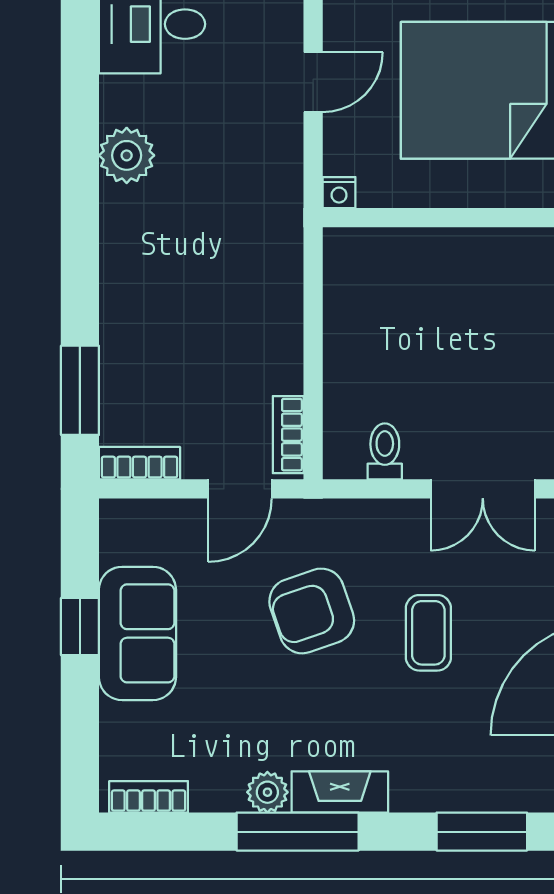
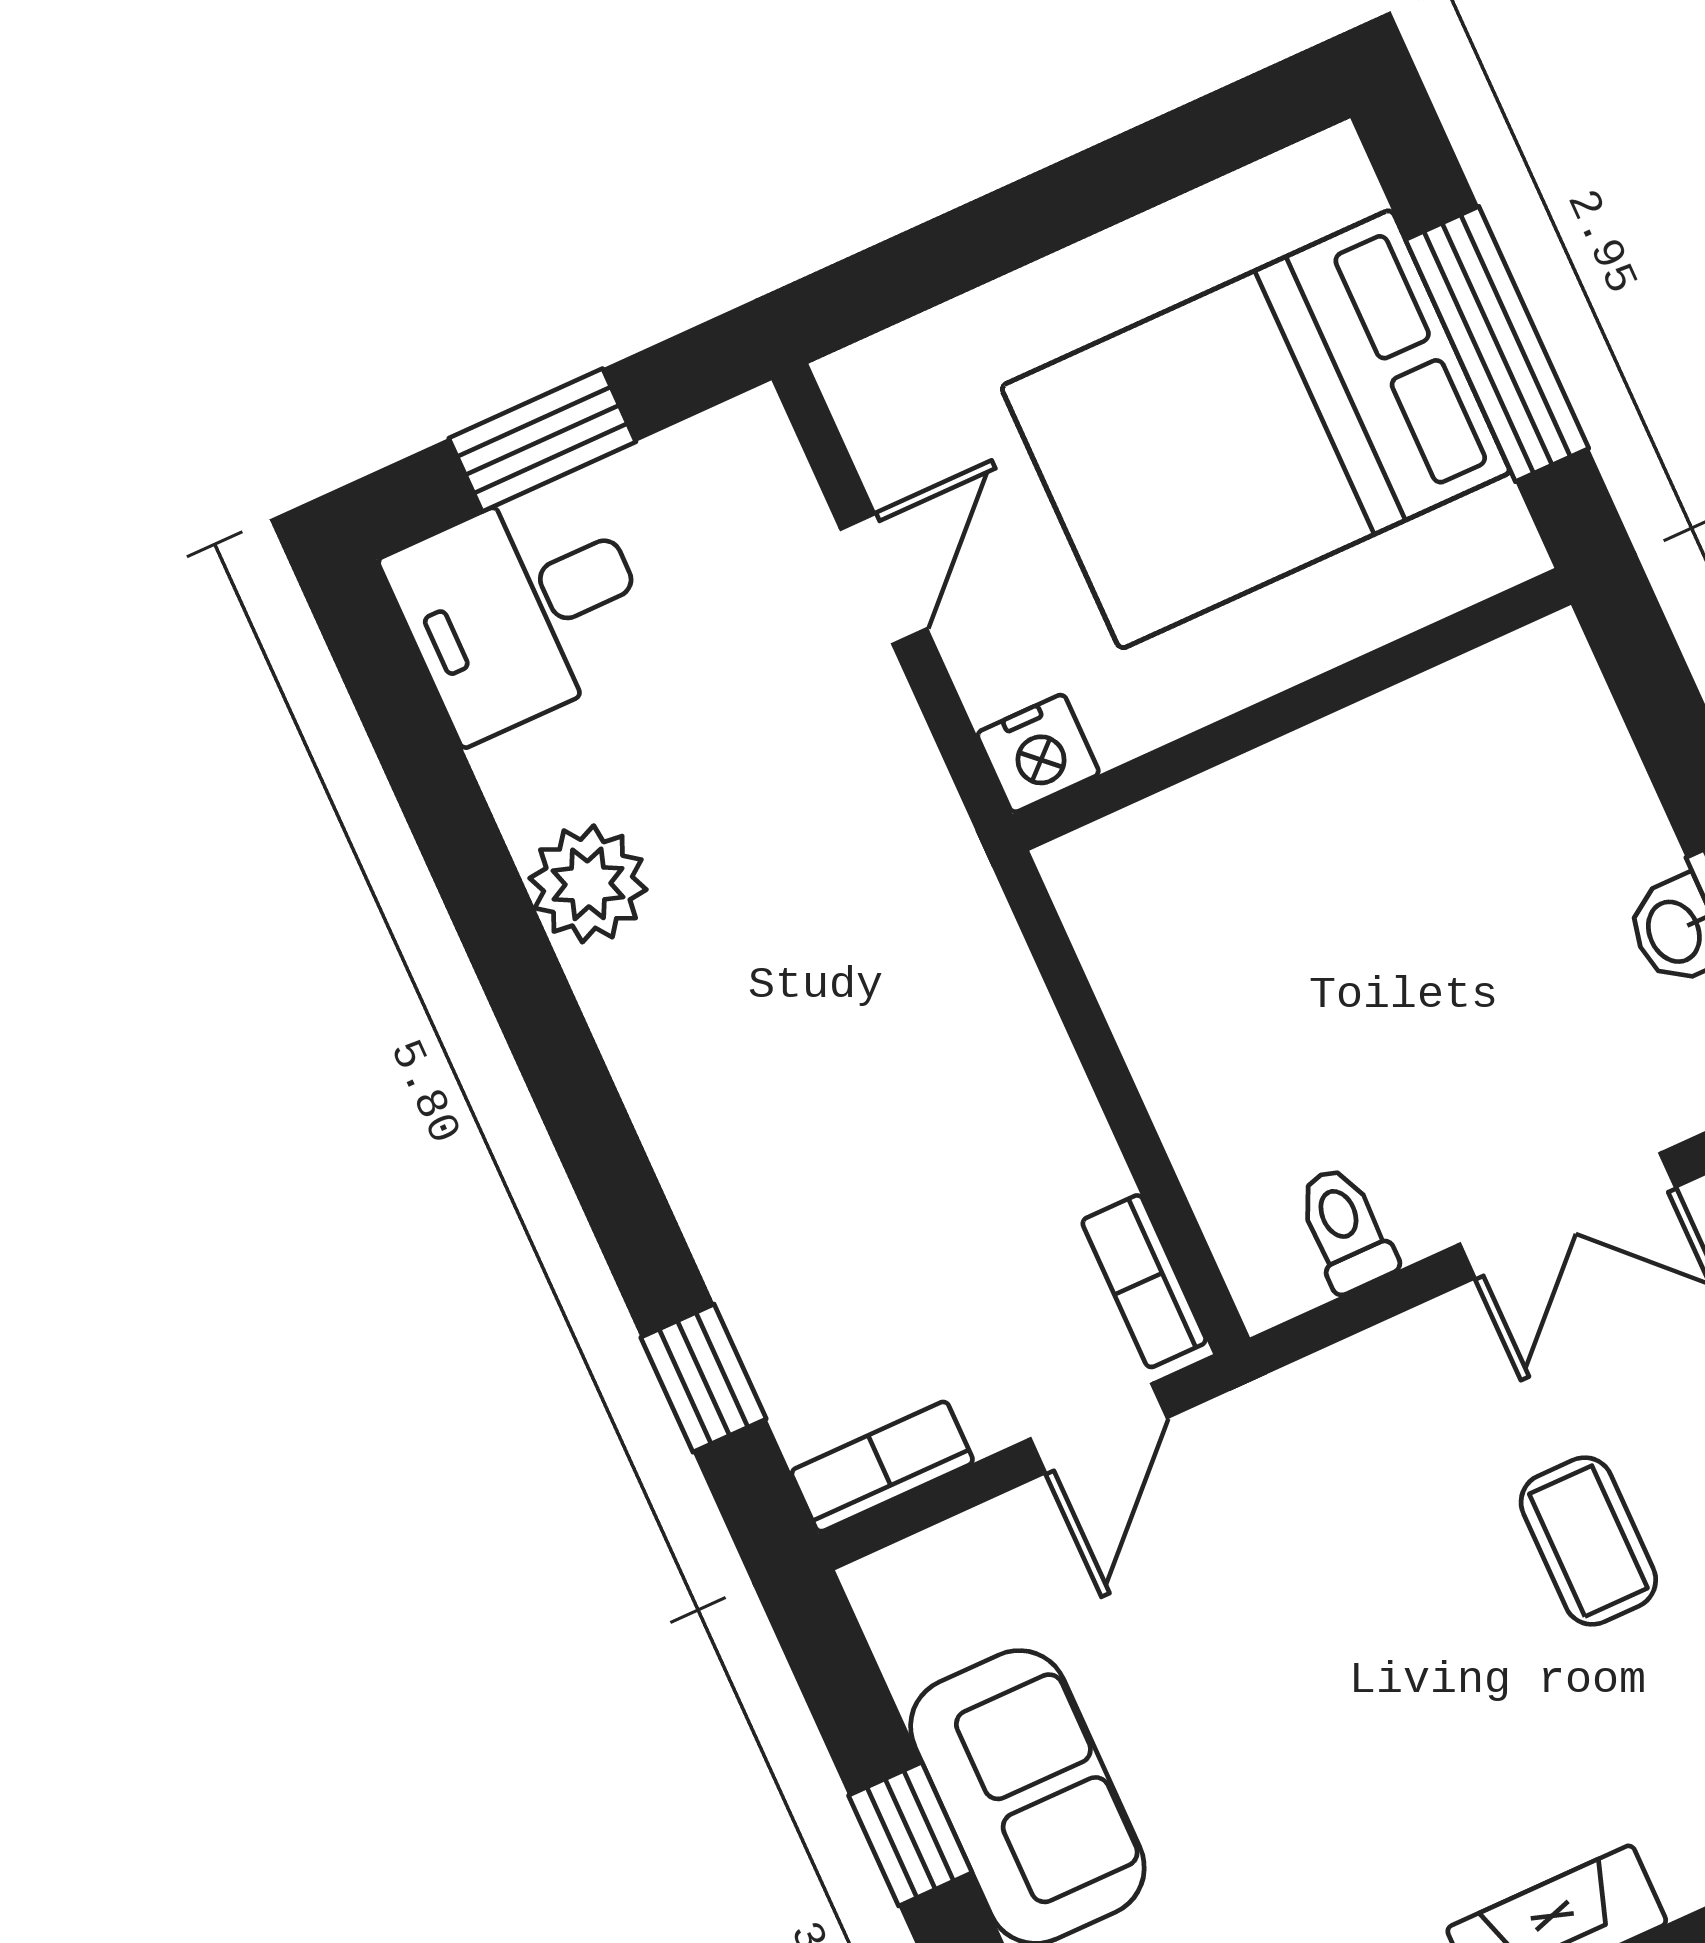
nightstand: (339, 193) -> (1038, 753), width x1.39, depth x1.35
window: (80, 390) -> (703, 1378), width x0.67
armchair: (312, 611) -> (1344, 1601), removed

